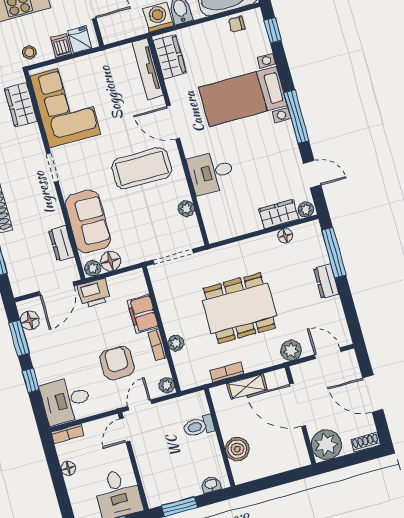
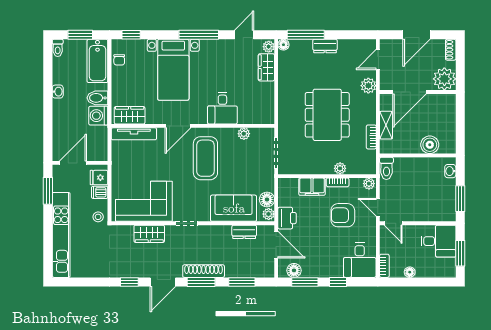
wardrobe: (21, 105) -> (149, 234), moved
floor lamp: (285, 236) -> (283, 45), moved
toilet: (199, 426) -> (386, 168), moved

